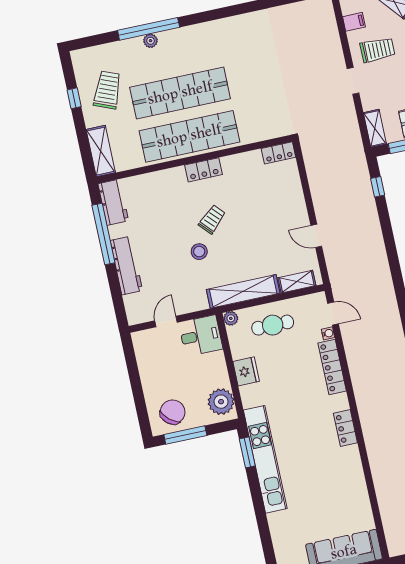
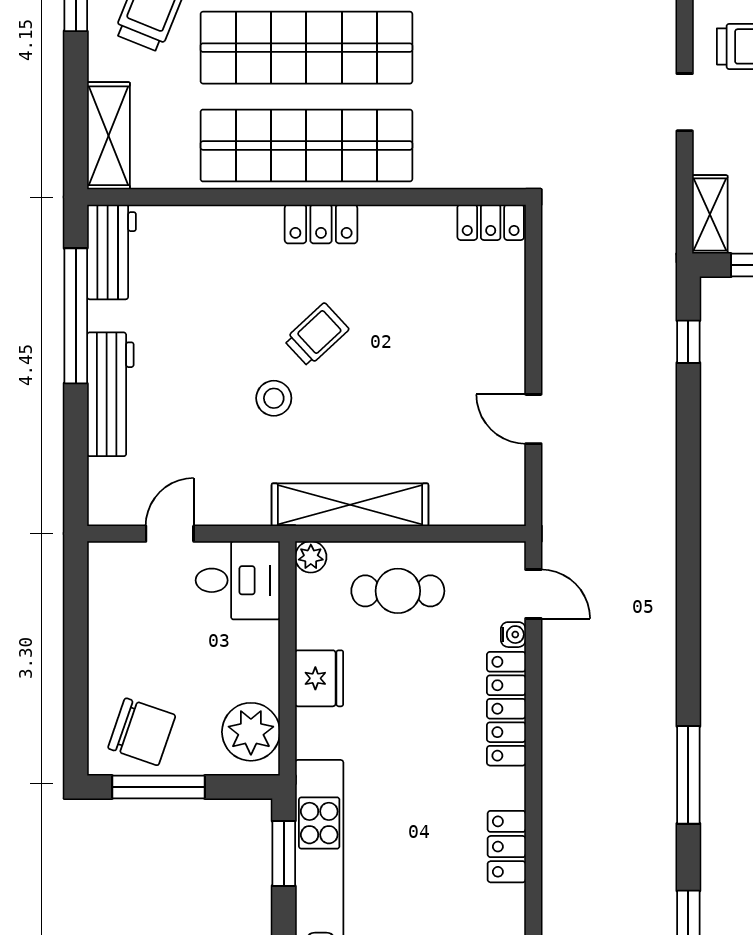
shelving: (297, 282) -> (470, 509), removed
chair: (173, 412) -> (142, 732), turned 68

